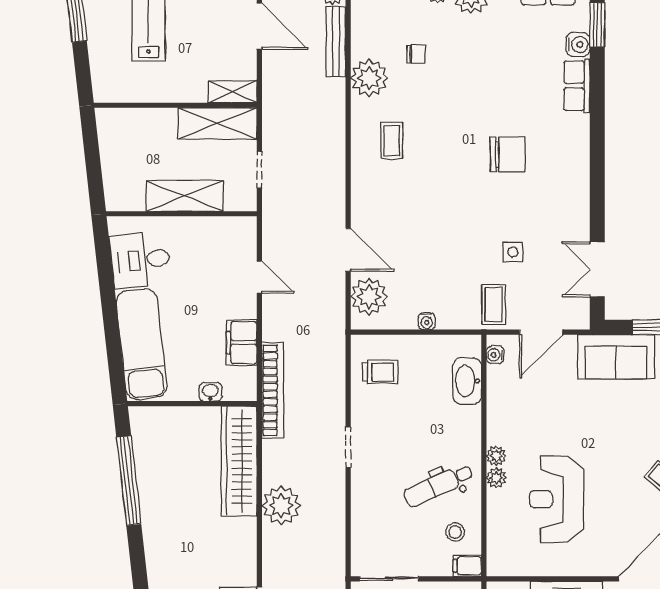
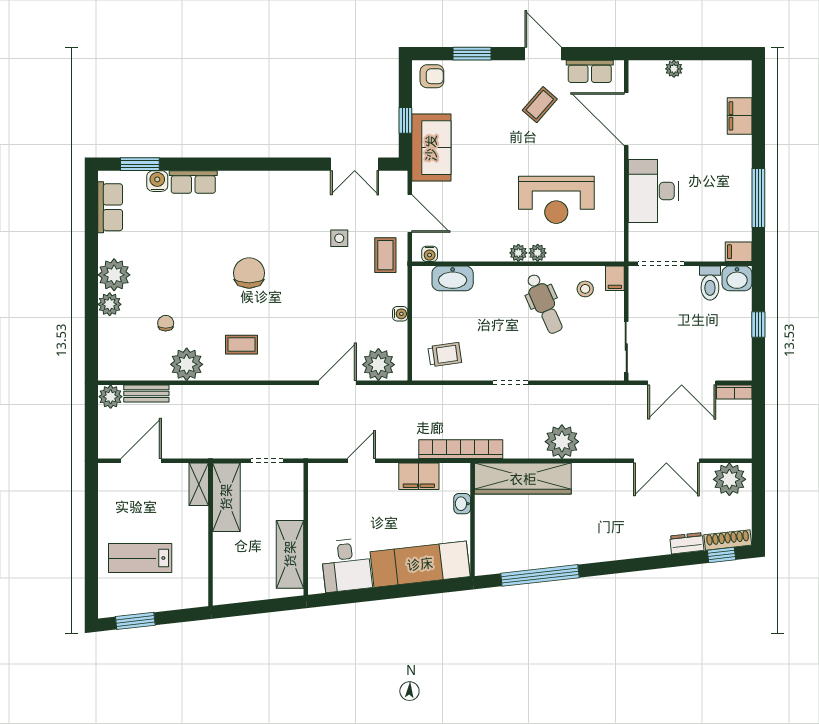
bench: (336, 42) -> (146, 394), width x0.73
chair: (508, 154) -> (249, 273), moved
shelving: (185, 196) -> (290, 554), moved
coffee table: (494, 304) -> (385, 255), turned 90
trolley: (380, 372) -> (445, 355), turned 82

